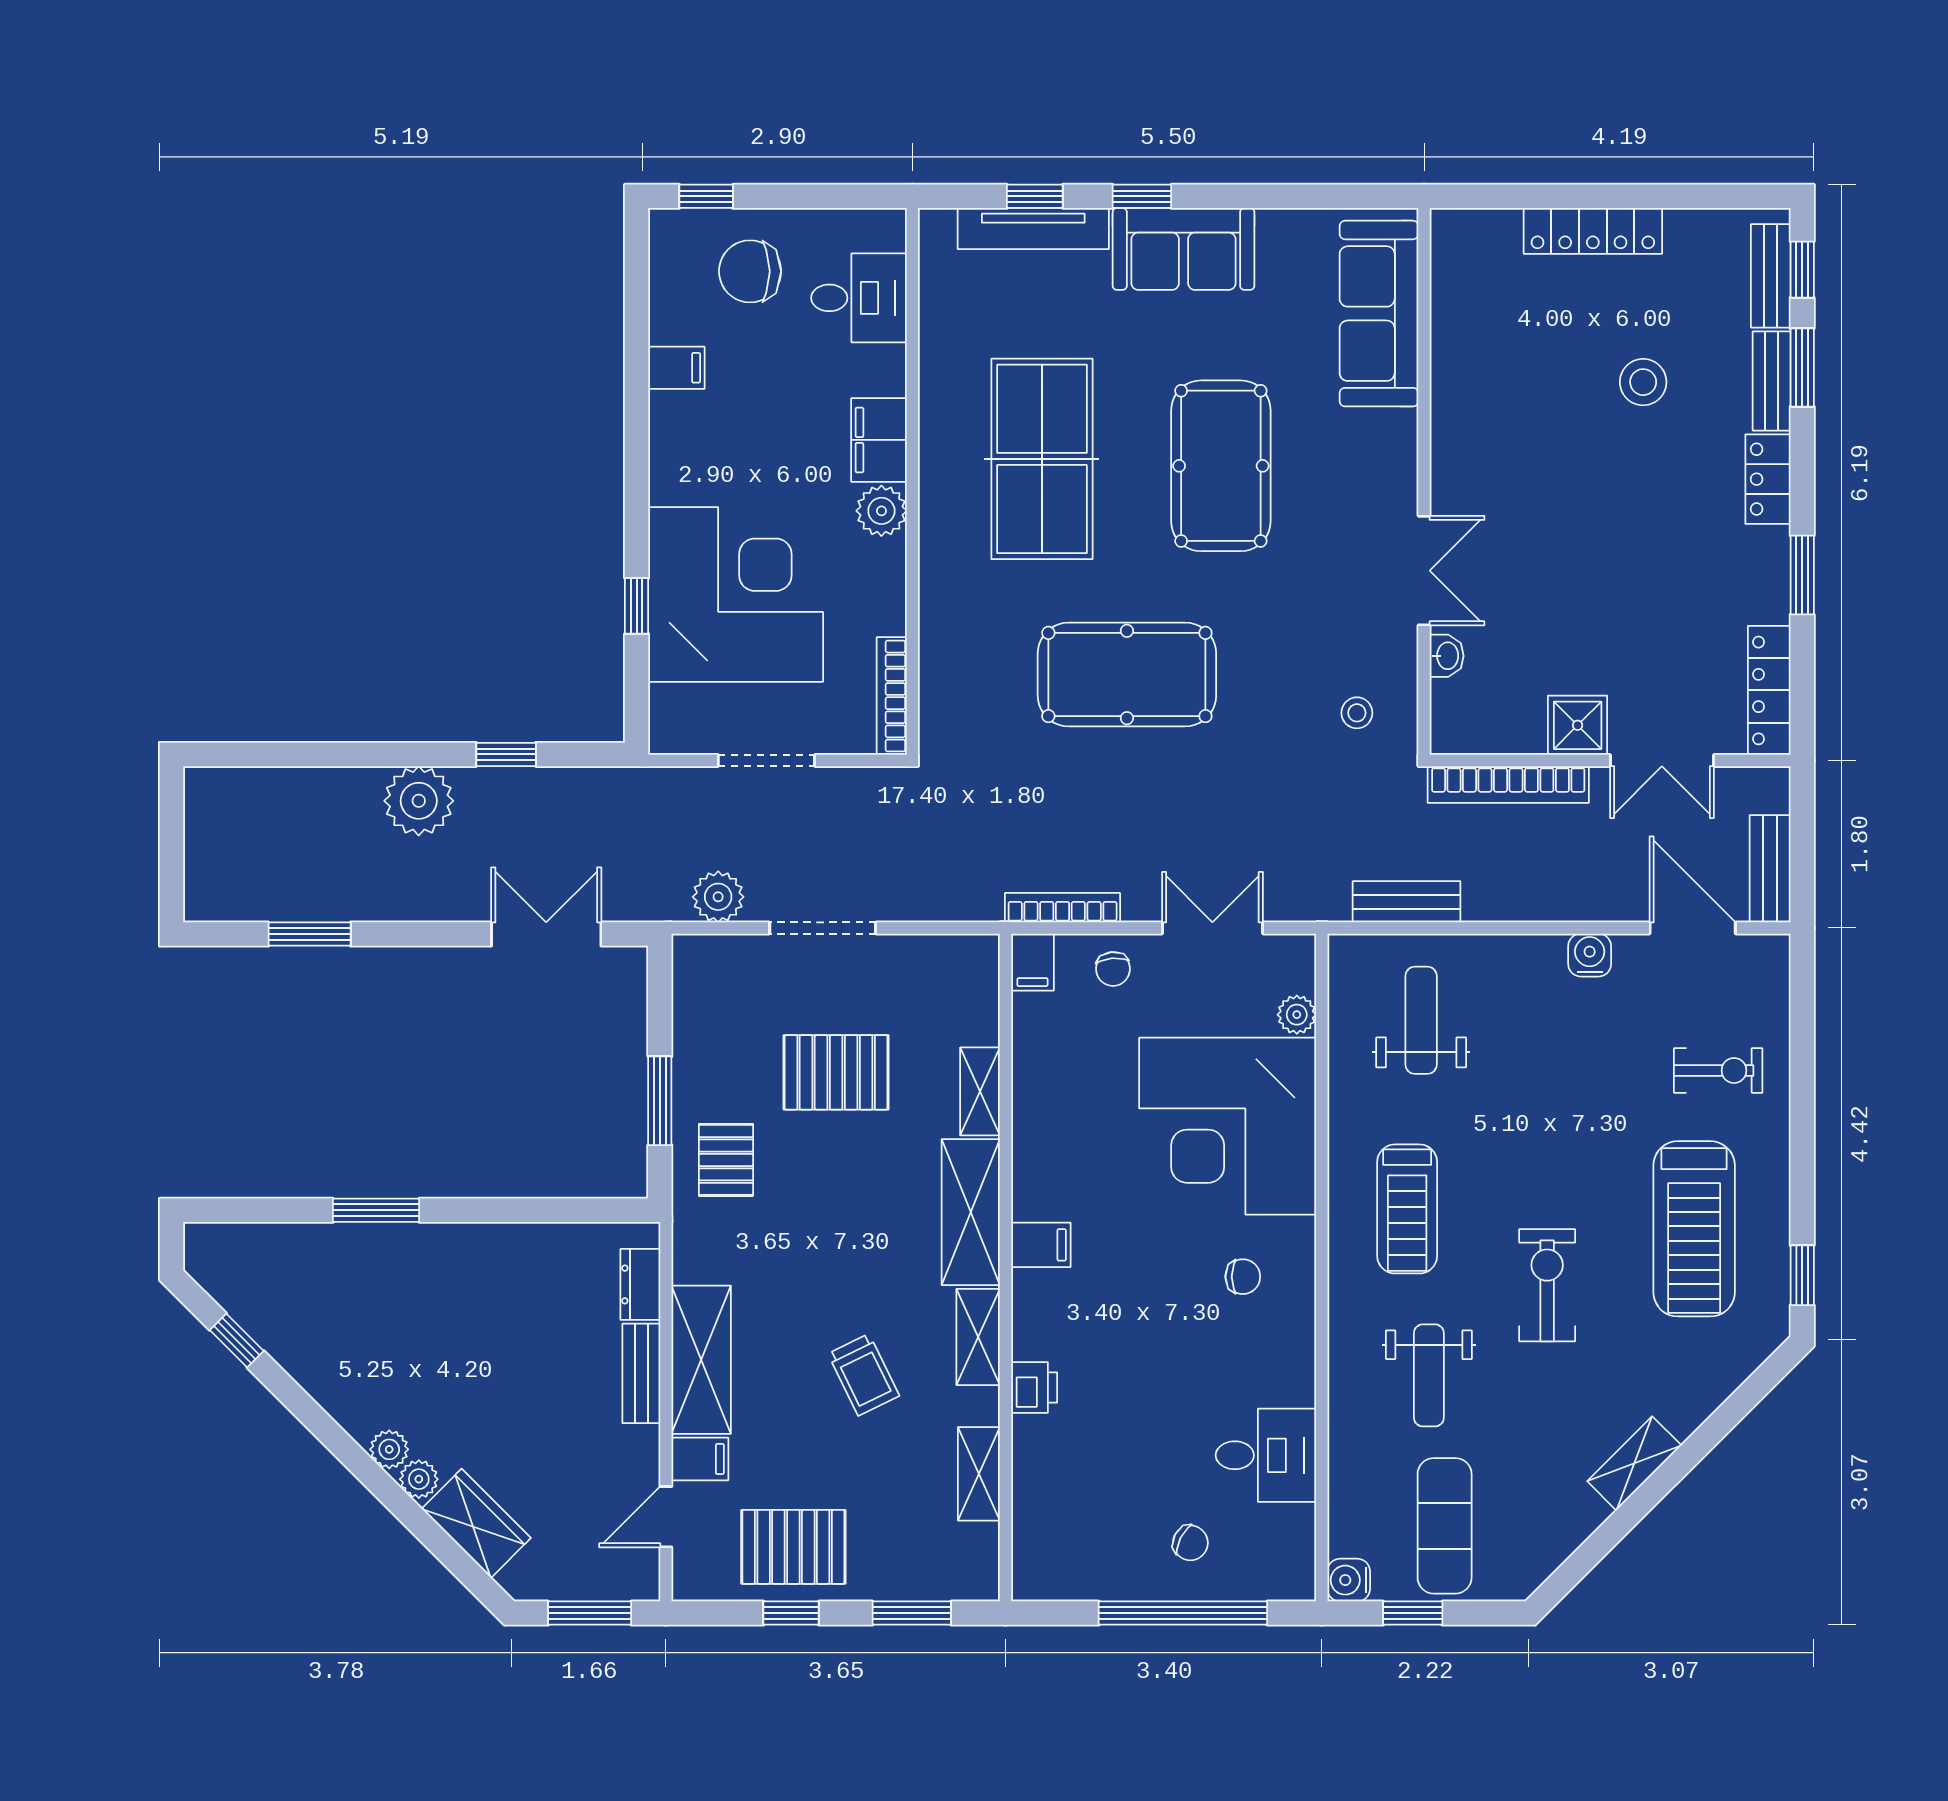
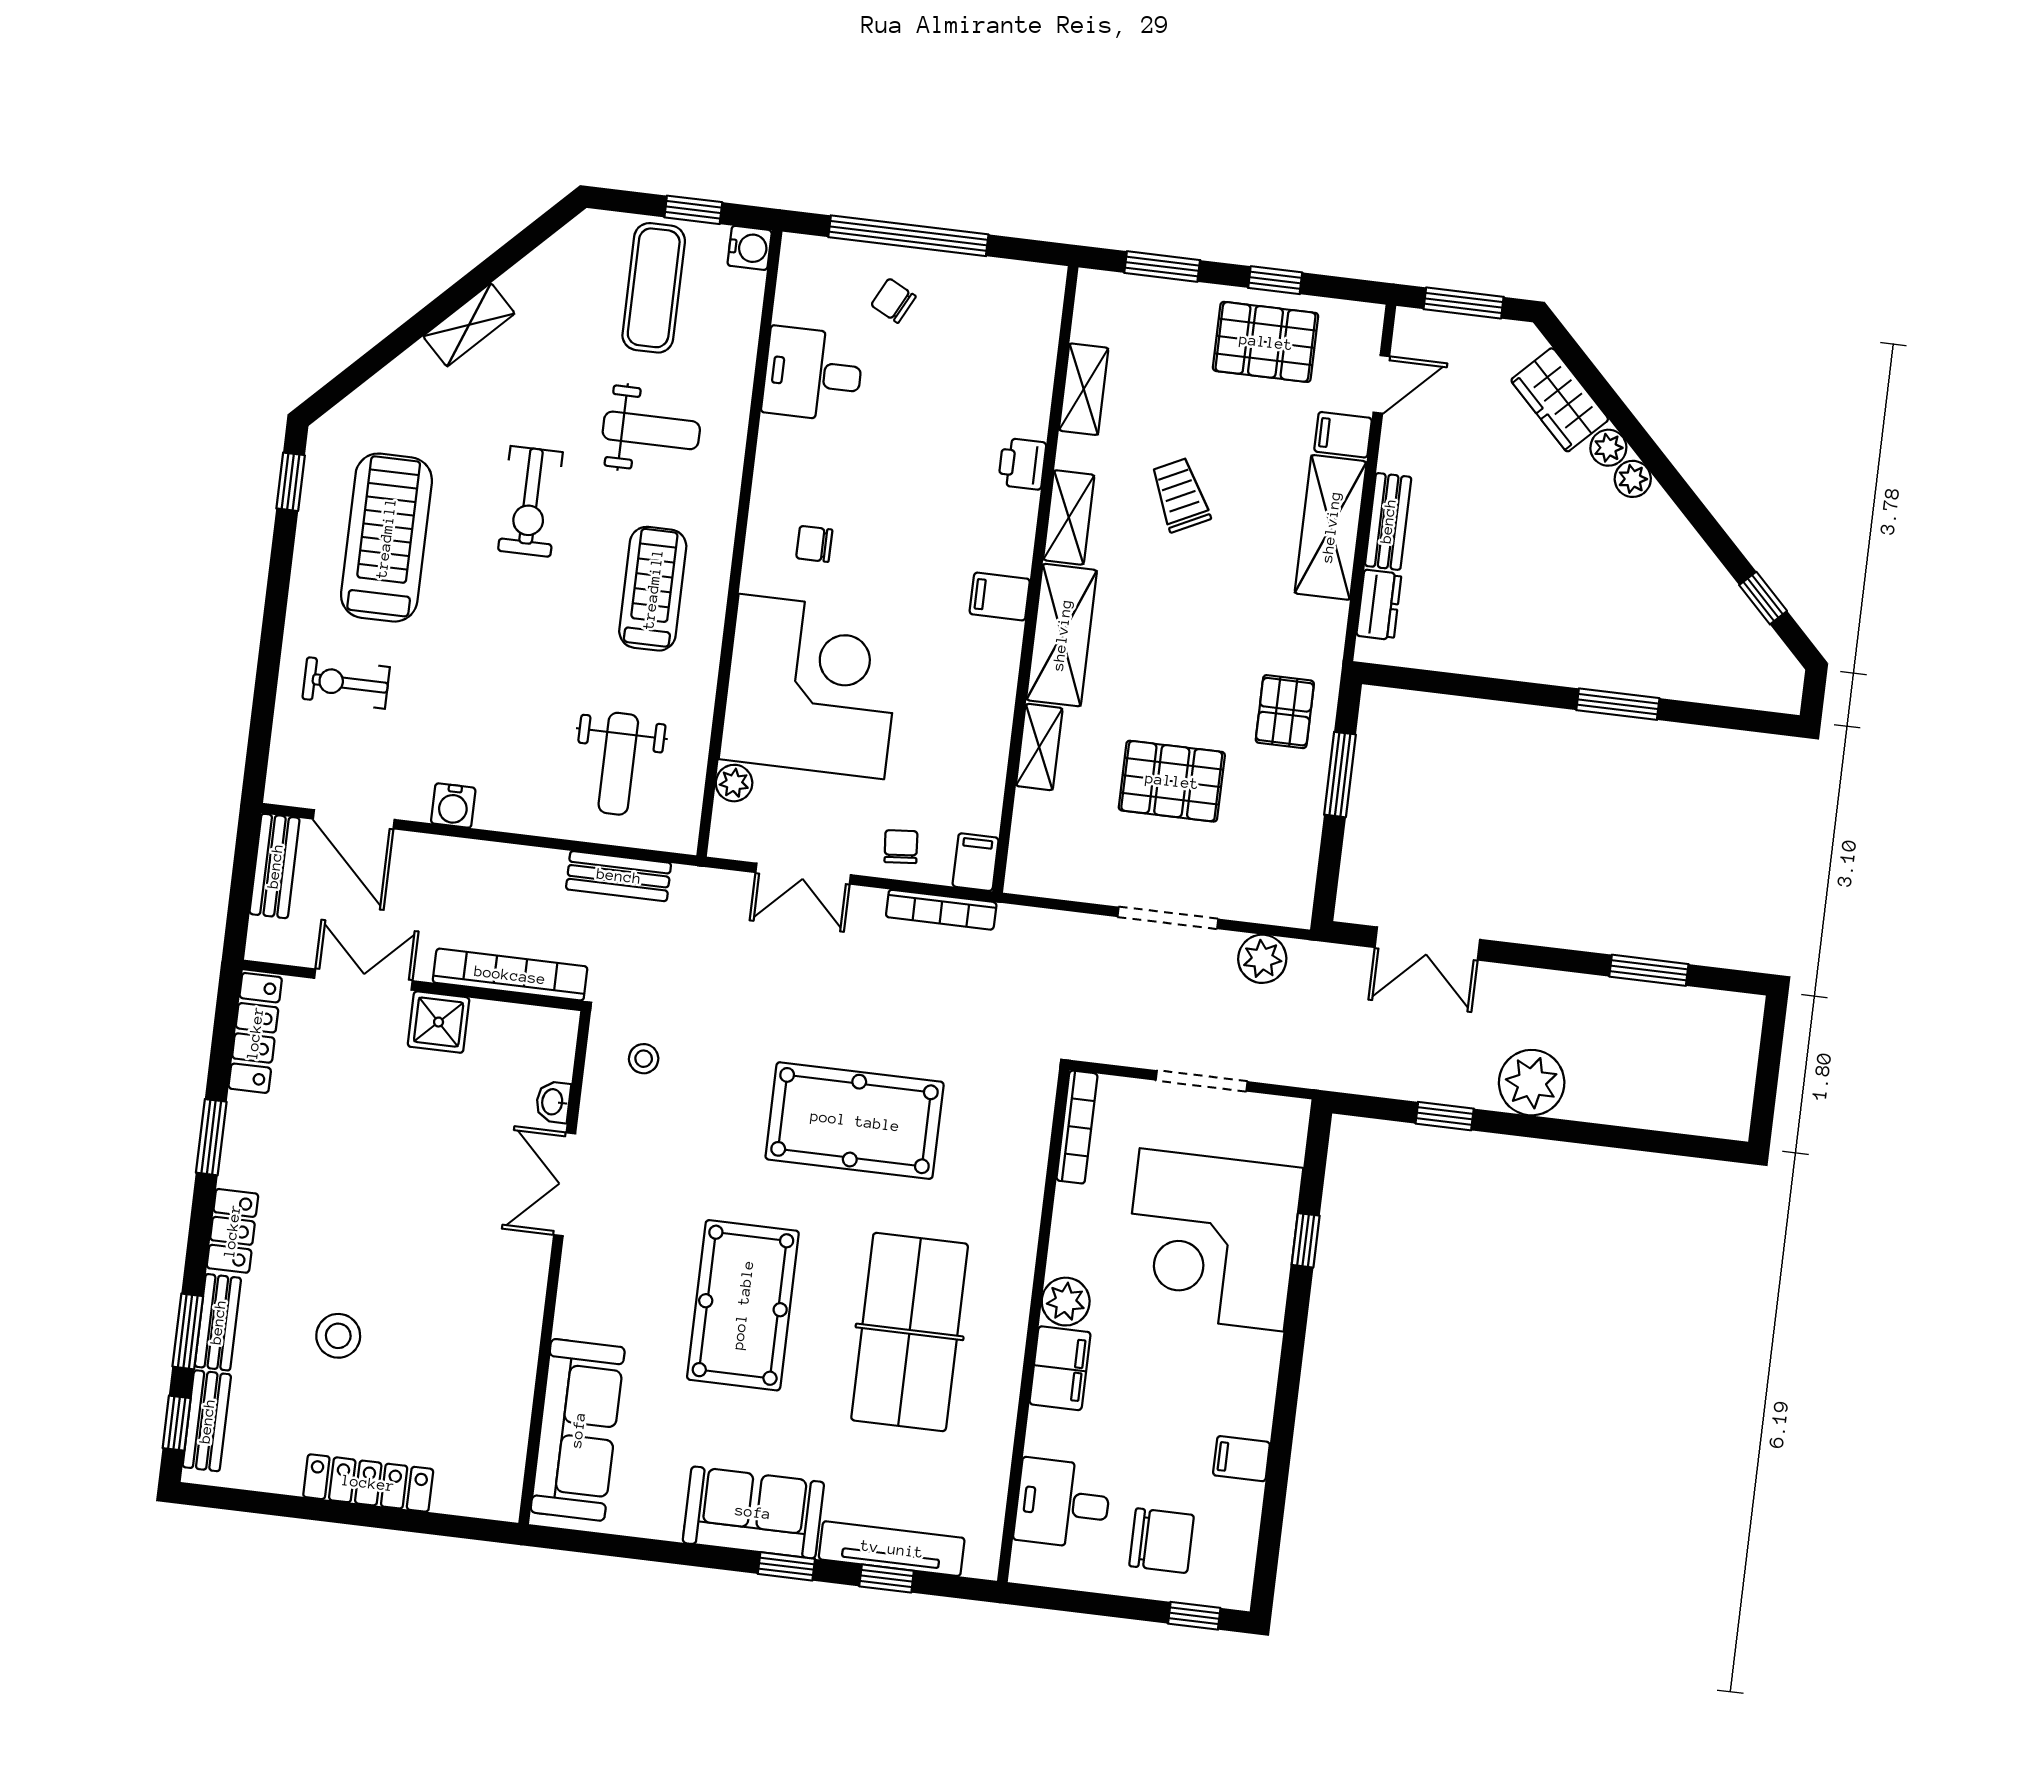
weight bench: (1429, 1375) -> (651, 430), turned 90

